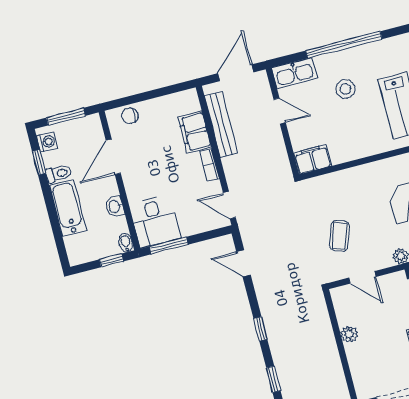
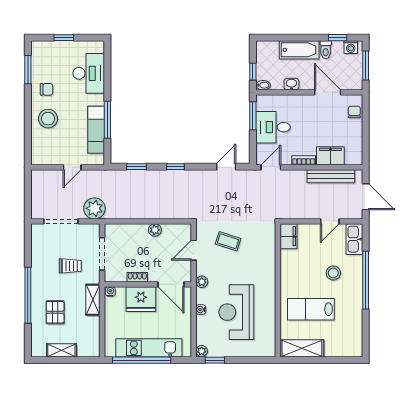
desk: (155, 221) -> (273, 127), moved

